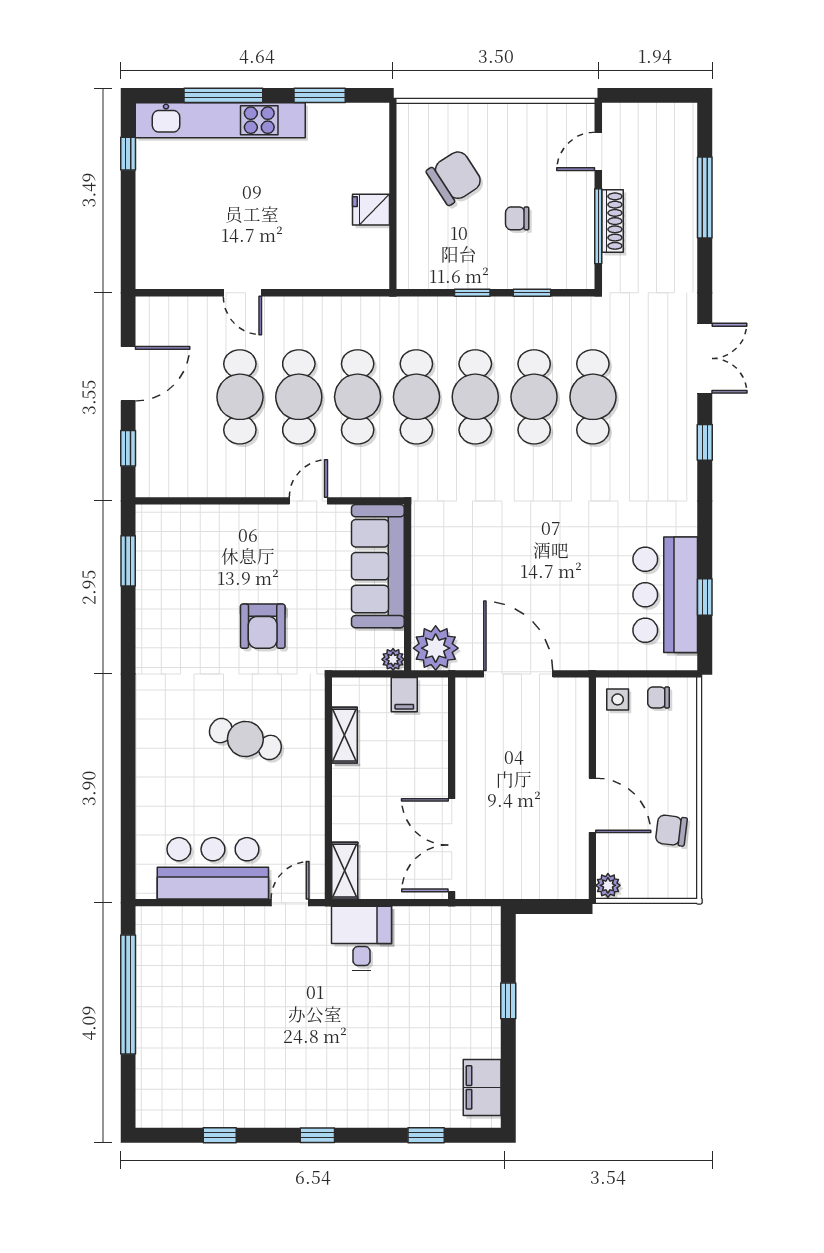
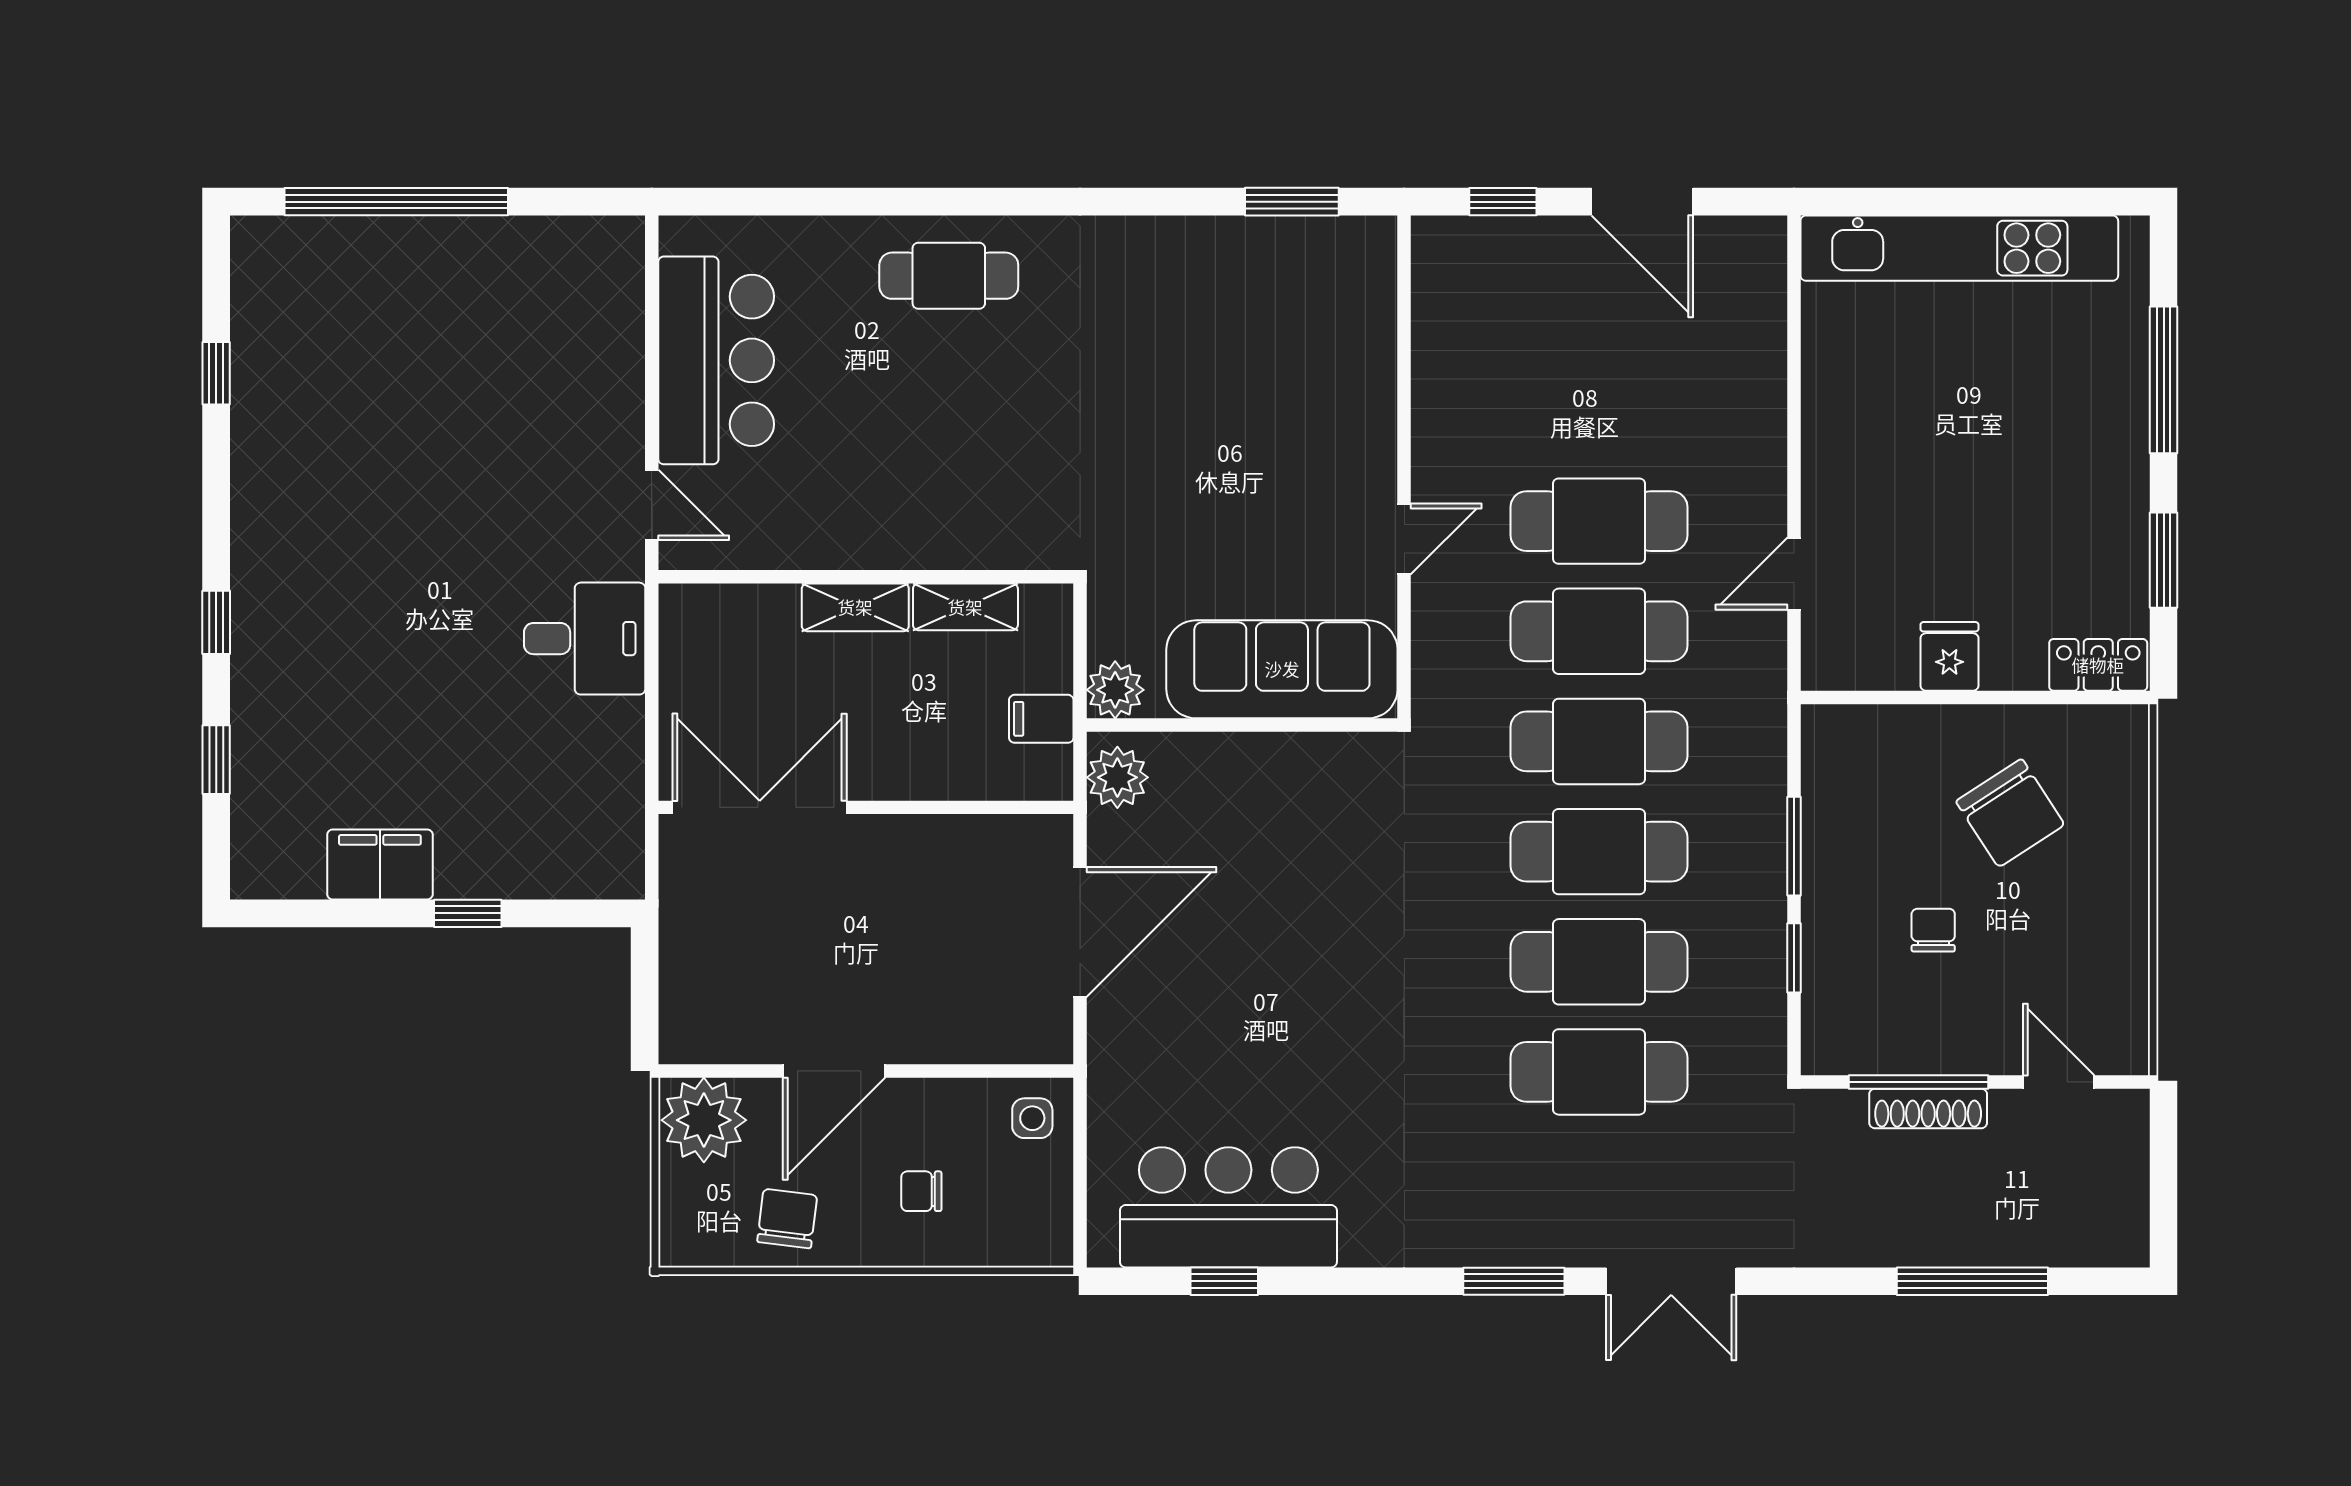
kitchen unit: (220, 120) -> (1959, 248), moved, turned -90
locker: (376, 130) -> (2098, 665), added
window: (128, 154) -> (2054, 202), removed
door: (242, 293) -> (1794, 574), moved
window: (472, 293) -> (1794, 846), width x1.50
cafe table: (240, 397) -> (1599, 411), removed
window: (705, 442) -> (1514, 1281), width x1.50
door: (308, 501) -> (1404, 539), hinge flipped
armchair: (263, 626) -> (1170, 454), removed
plant: (436, 648) -> (1117, 777), width x0.73, depth x0.73
plant: (393, 659) -> (1115, 690), width x1.38, depth x1.38
chair: (659, 697) -> (921, 1191), moved, turned -90
cafe table: (245, 739) -> (949, 276), moved, turned 71
shelving: (345, 871) -> (855, 607), moved
plant: (608, 885) -> (704, 1120), width x1.88, depth x1.88
window: (128, 995) -> (396, 202), moved
filing cabinet: (482, 1087) -> (380, 864), moved
window: (317, 1135) -> (216, 622), moved

